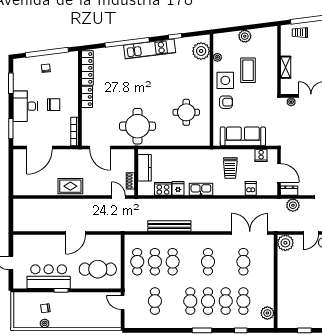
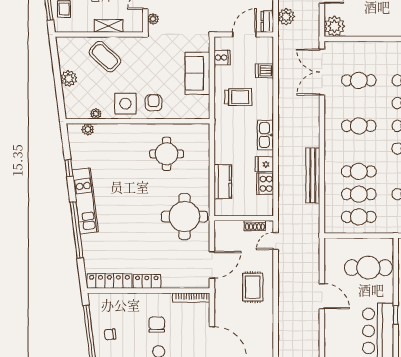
plant: (201, 51) -> (88, 129), width x0.53, depth x0.53
coffee table: (248, 70) -> (105, 57), moved, turned 43
sofa: (243, 136) -> (197, 73), width x0.73
kitchen counter: (145, 168) -> (223, 182), moved, turned 90
rug: (70, 186) -> (253, 287), moved
cafe table: (98, 269) -> (368, 268), turned 90

